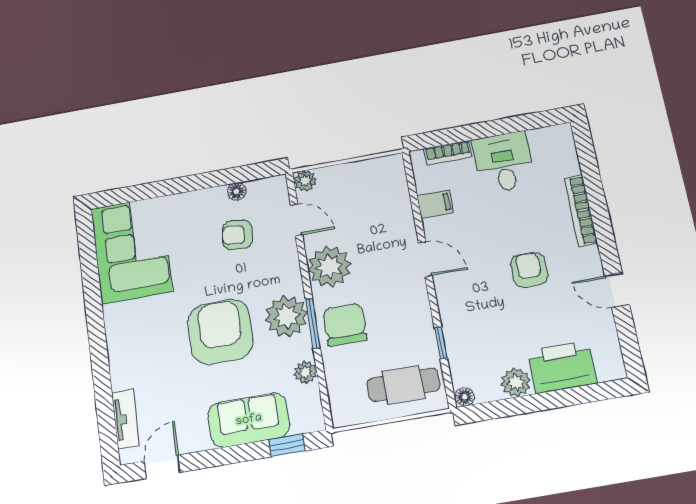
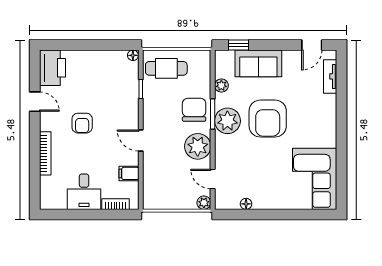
armchair: (237, 235) -> (249, 176), removed
chair: (345, 325) -> (194, 110), turned 180
printer: (562, 367) -> (52, 68), moved, turned -90
plant: (516, 382) -> (103, 59), removed

